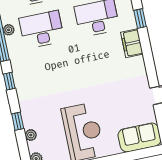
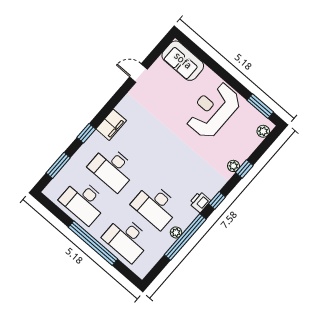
printer: (18, 67) -> (200, 202), added
plant: (31, 135) -> (233, 166), moved

